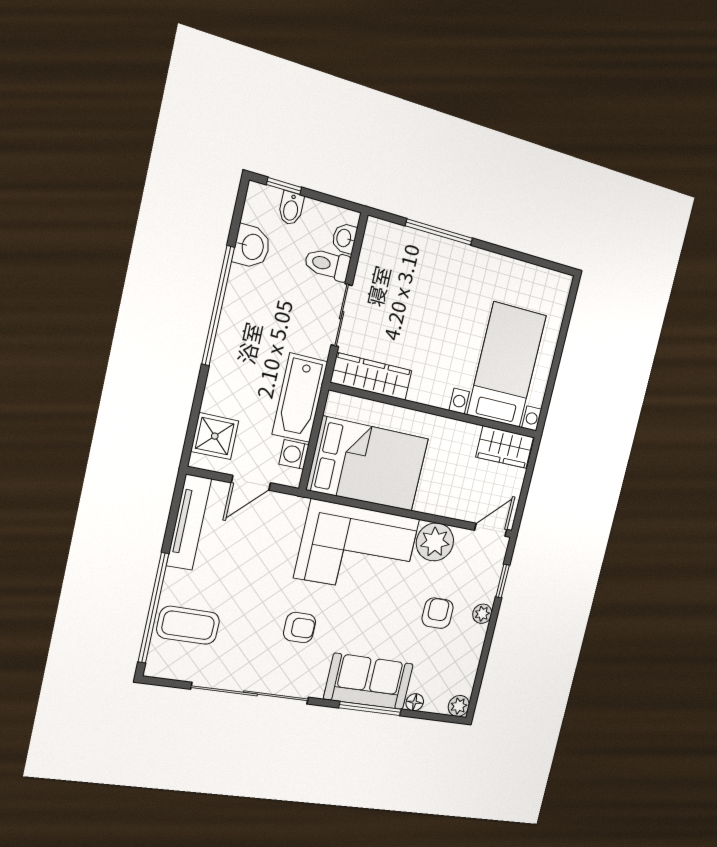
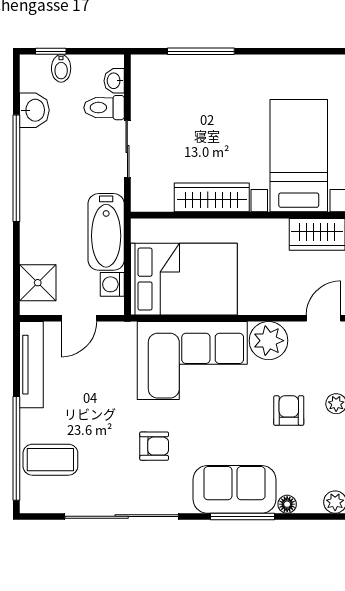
wardrobe: (371, 377) -> (212, 197), moved

